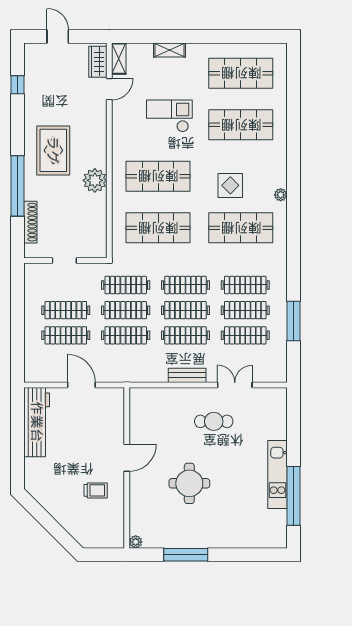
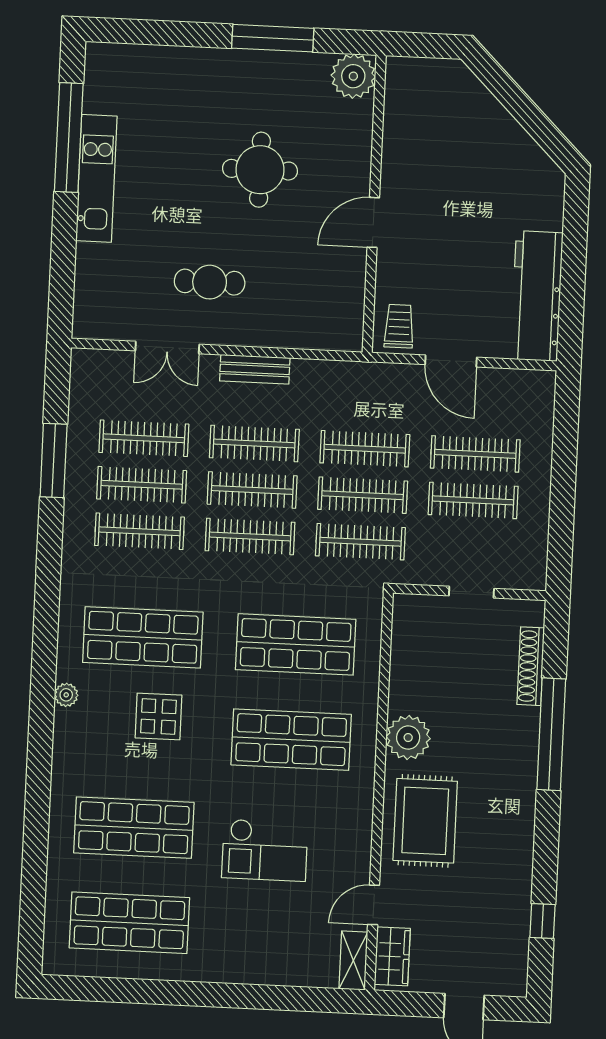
shelving: (169, 50) -> (259, 972), removed
rug: (53, 150) -> (425, 821), moved
trolley: (96, 490) -> (399, 326), moved, turned 90
plant: (136, 542) -> (353, 76), width x1.88, depth x1.88

